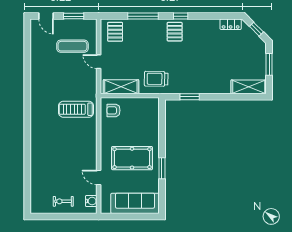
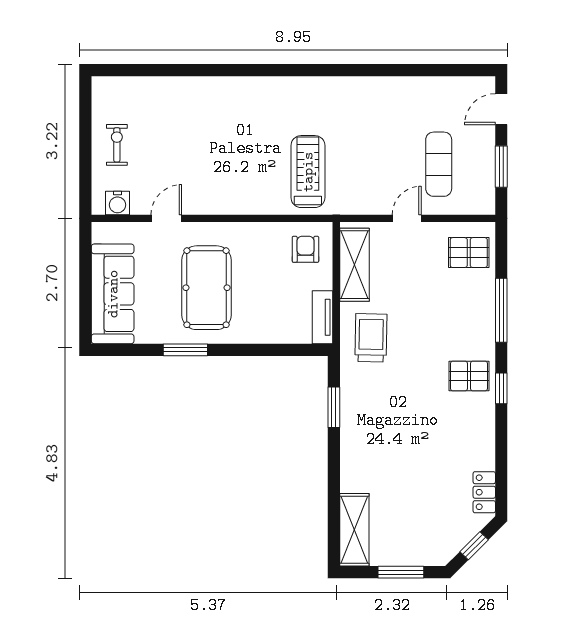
tv unit: (146, 102) -> (323, 317), added

